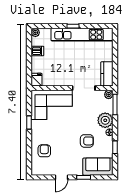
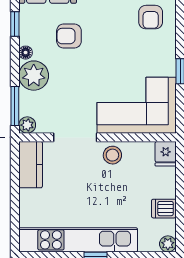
stool: (64, 79) -> (112, 155), added

